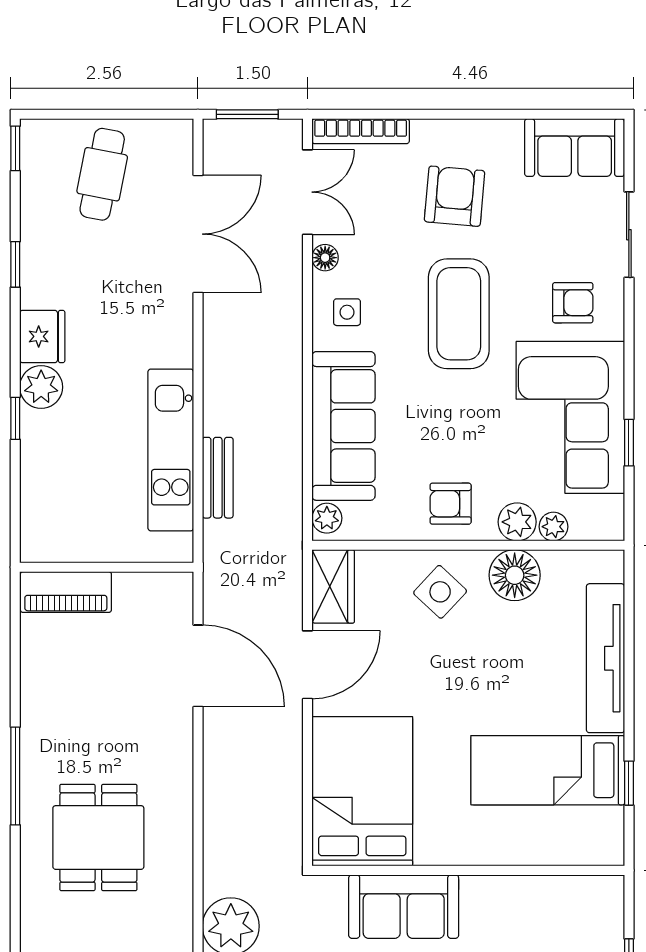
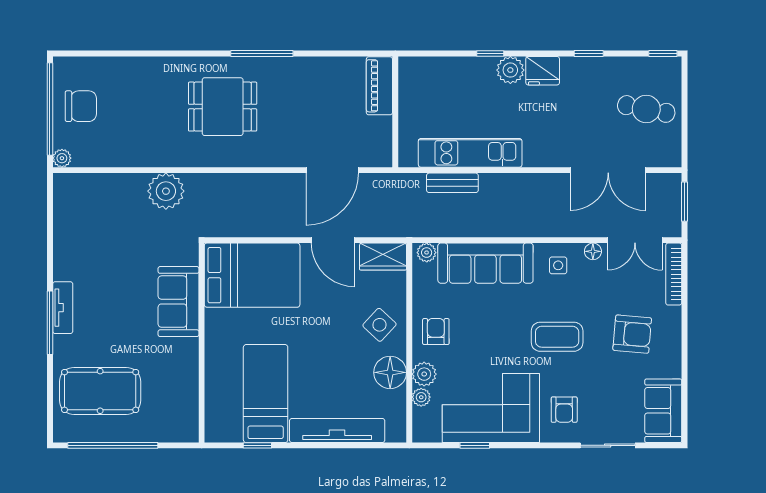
coffee table: (459, 314) -> (557, 337), width x0.73, depth x0.76

